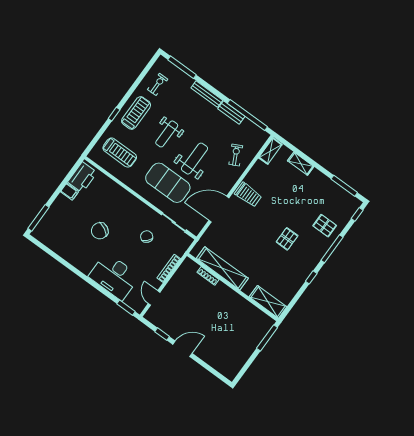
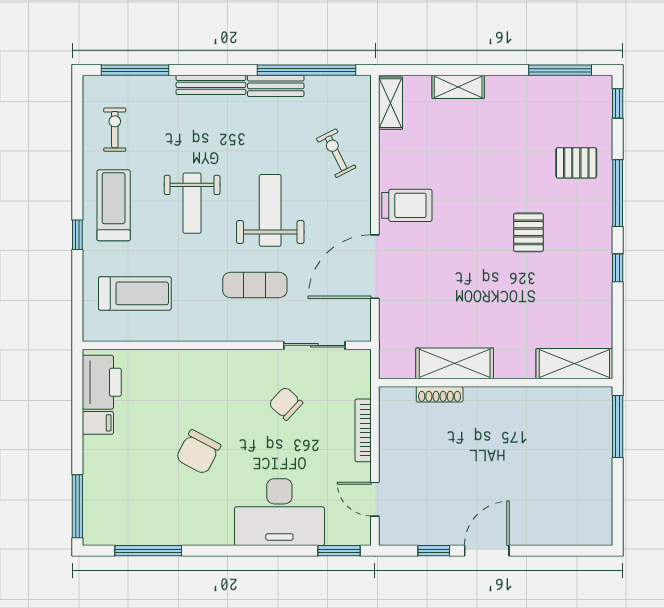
exercise mat: (168, 183) -> (255, 285), width x0.50, depth x0.69
window: (53, 255) -> (148, 551), added
shelving: (222, 268) -> (455, 363), width x0.68

